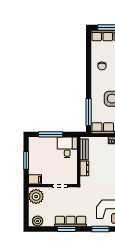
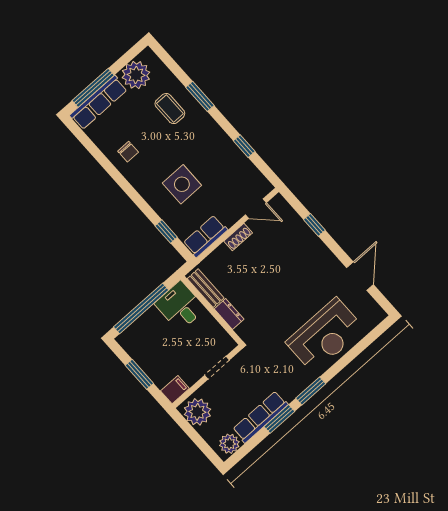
window: (89, 112) -> (166, 231), width x0.46
window: (51, 134) -> (141, 308), width x1.46
row of seats: (71, 221) -> (260, 417), moved
window: (100, 229) -> (311, 391), moved

